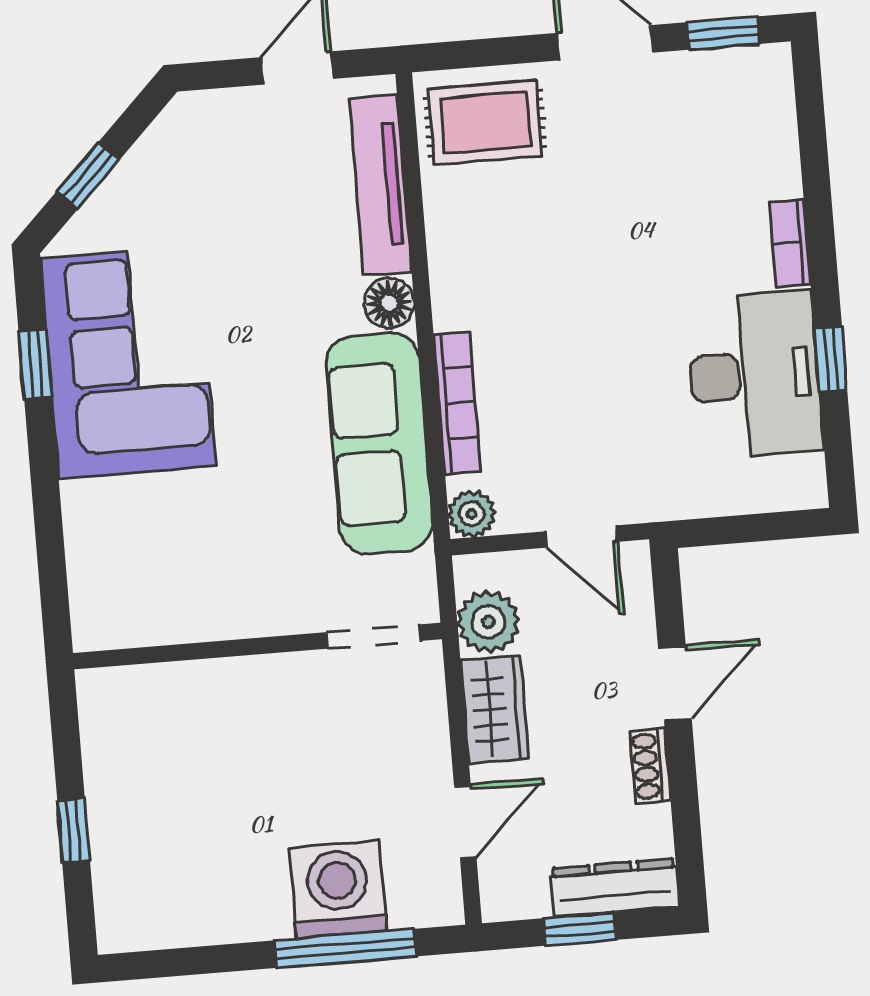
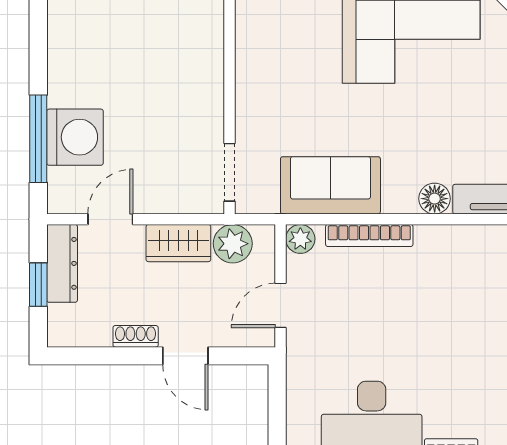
sofa: (379, 443) -> (330, 185), width x0.73
door: (465, 822) -> (110, 219), swing flipped
dresser: (615, 888) -> (62, 263), moved

